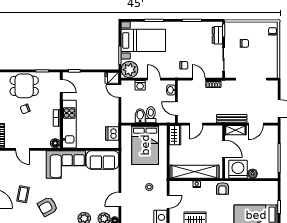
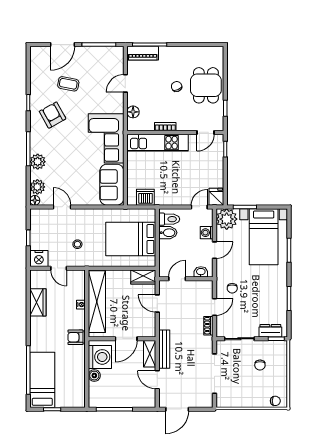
toilet: (151, 115) -> (169, 219), moved
floor lamp: (55, 143) -> (133, 112), moved

